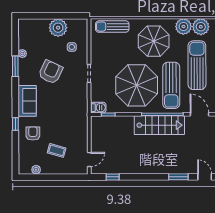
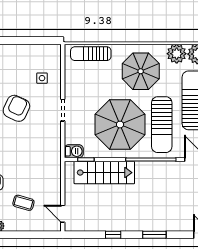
plant: (58, 28) -> (26, 55), removed
stairs: (159, 125) -> (104, 173), moved
door: (89, 159) -> (63, 214), swing flipped
window: (113, 177) -> (113, 235), moved
window: (178, 177) -> (154, 235), moved

